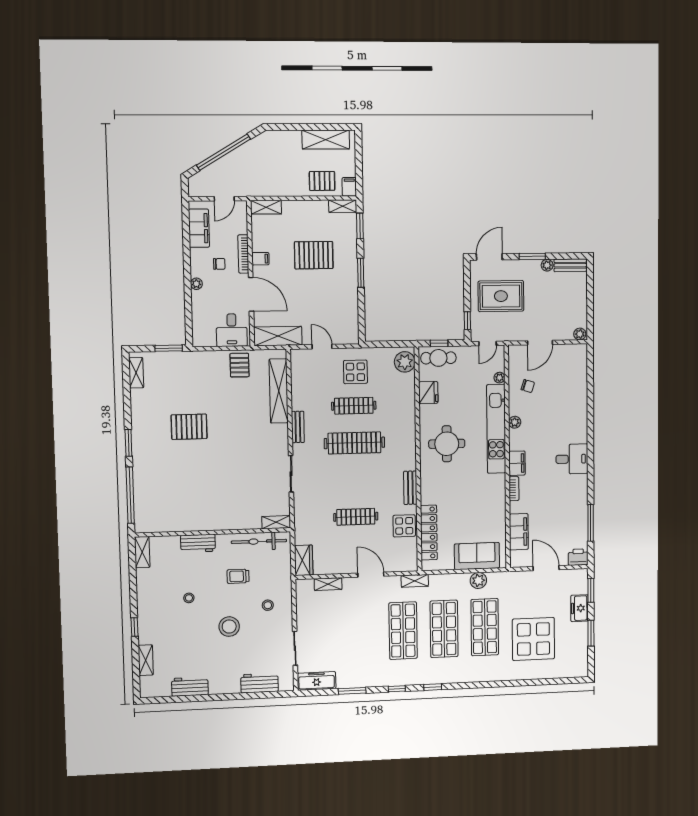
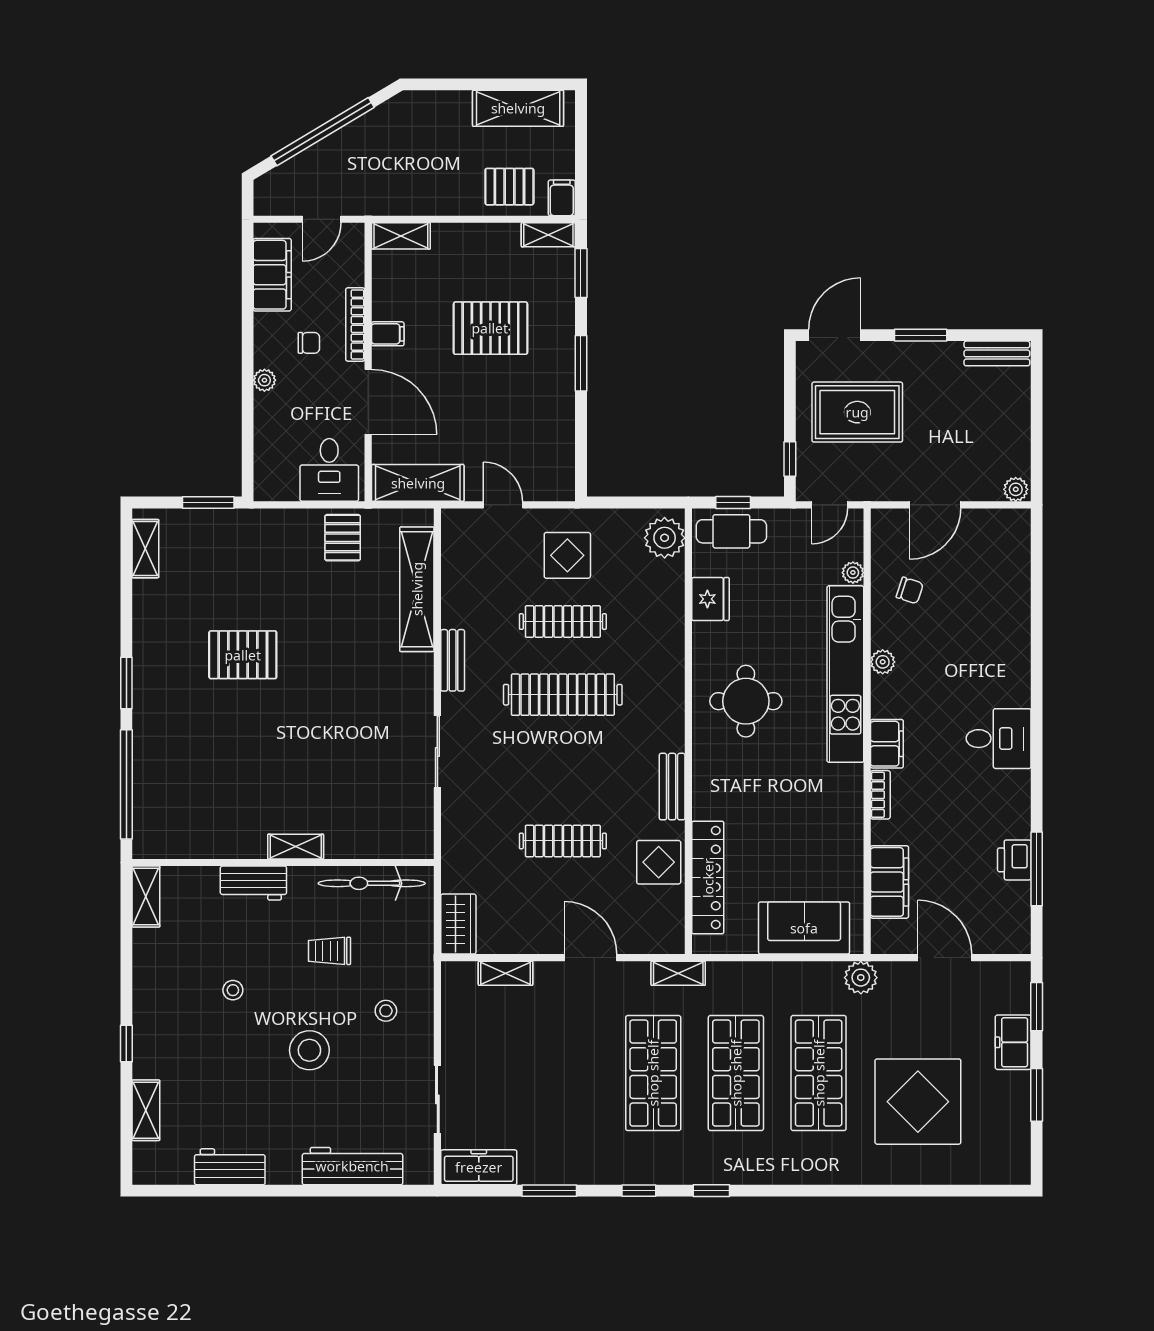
plant: (547, 265) -> (950, 353), removed
shelving: (276, 522) -> (296, 847), moved
printer: (578, 557) -> (1014, 860), moved, turned -90
plant: (478, 580) -> (861, 978), moved
workbench: (260, 683) -> (352, 1166), width x1.38

